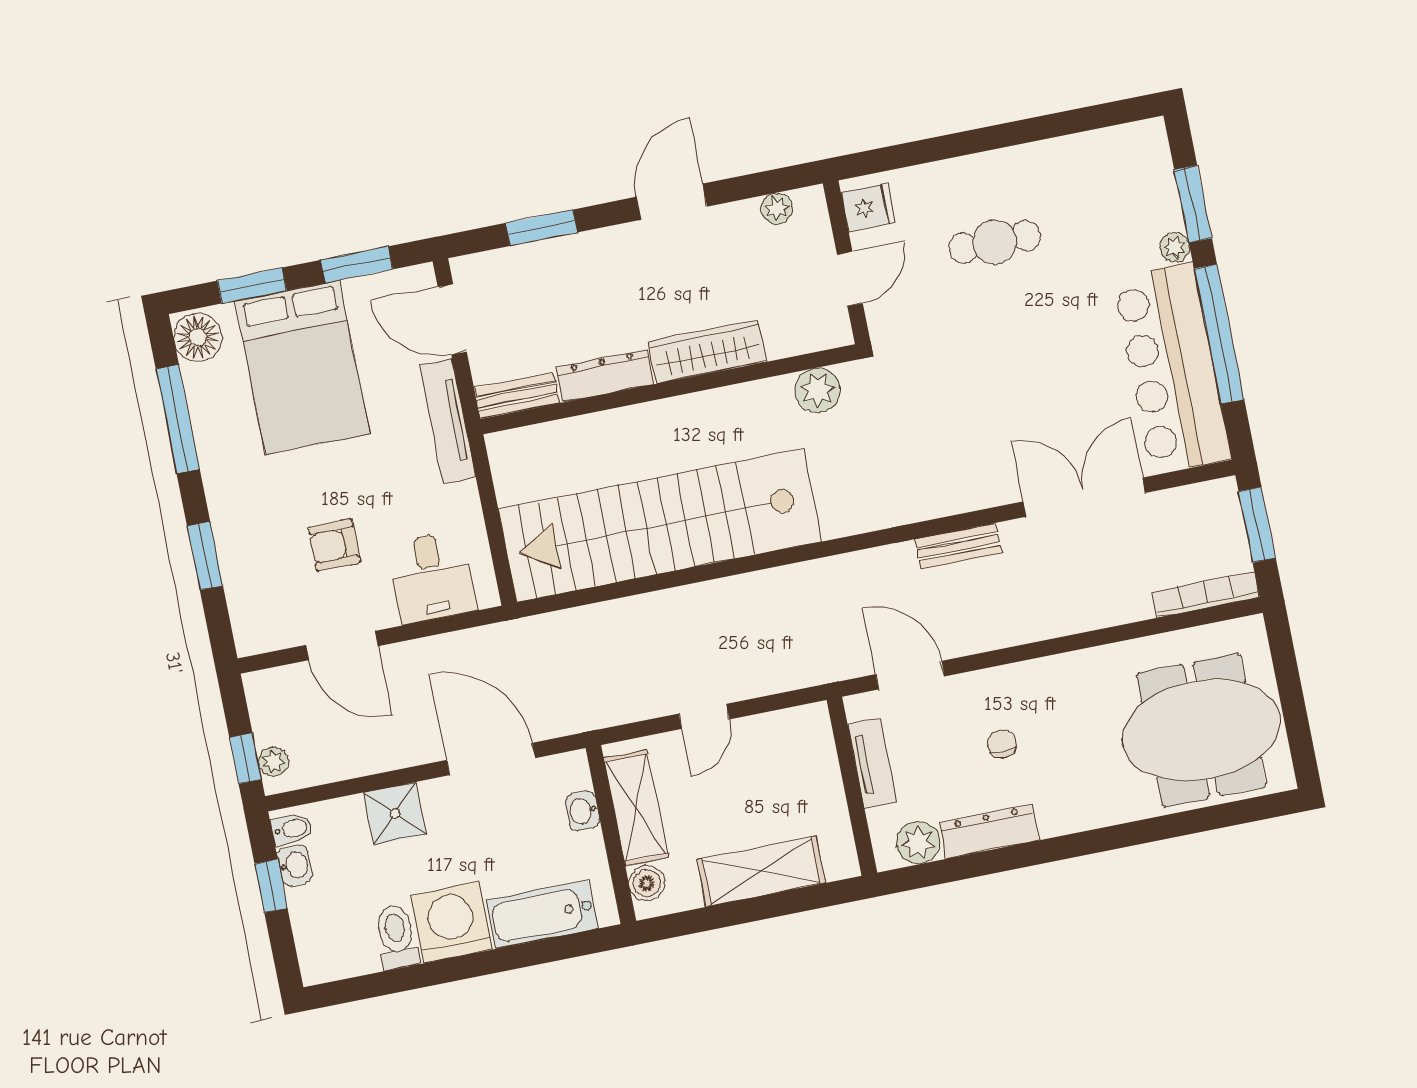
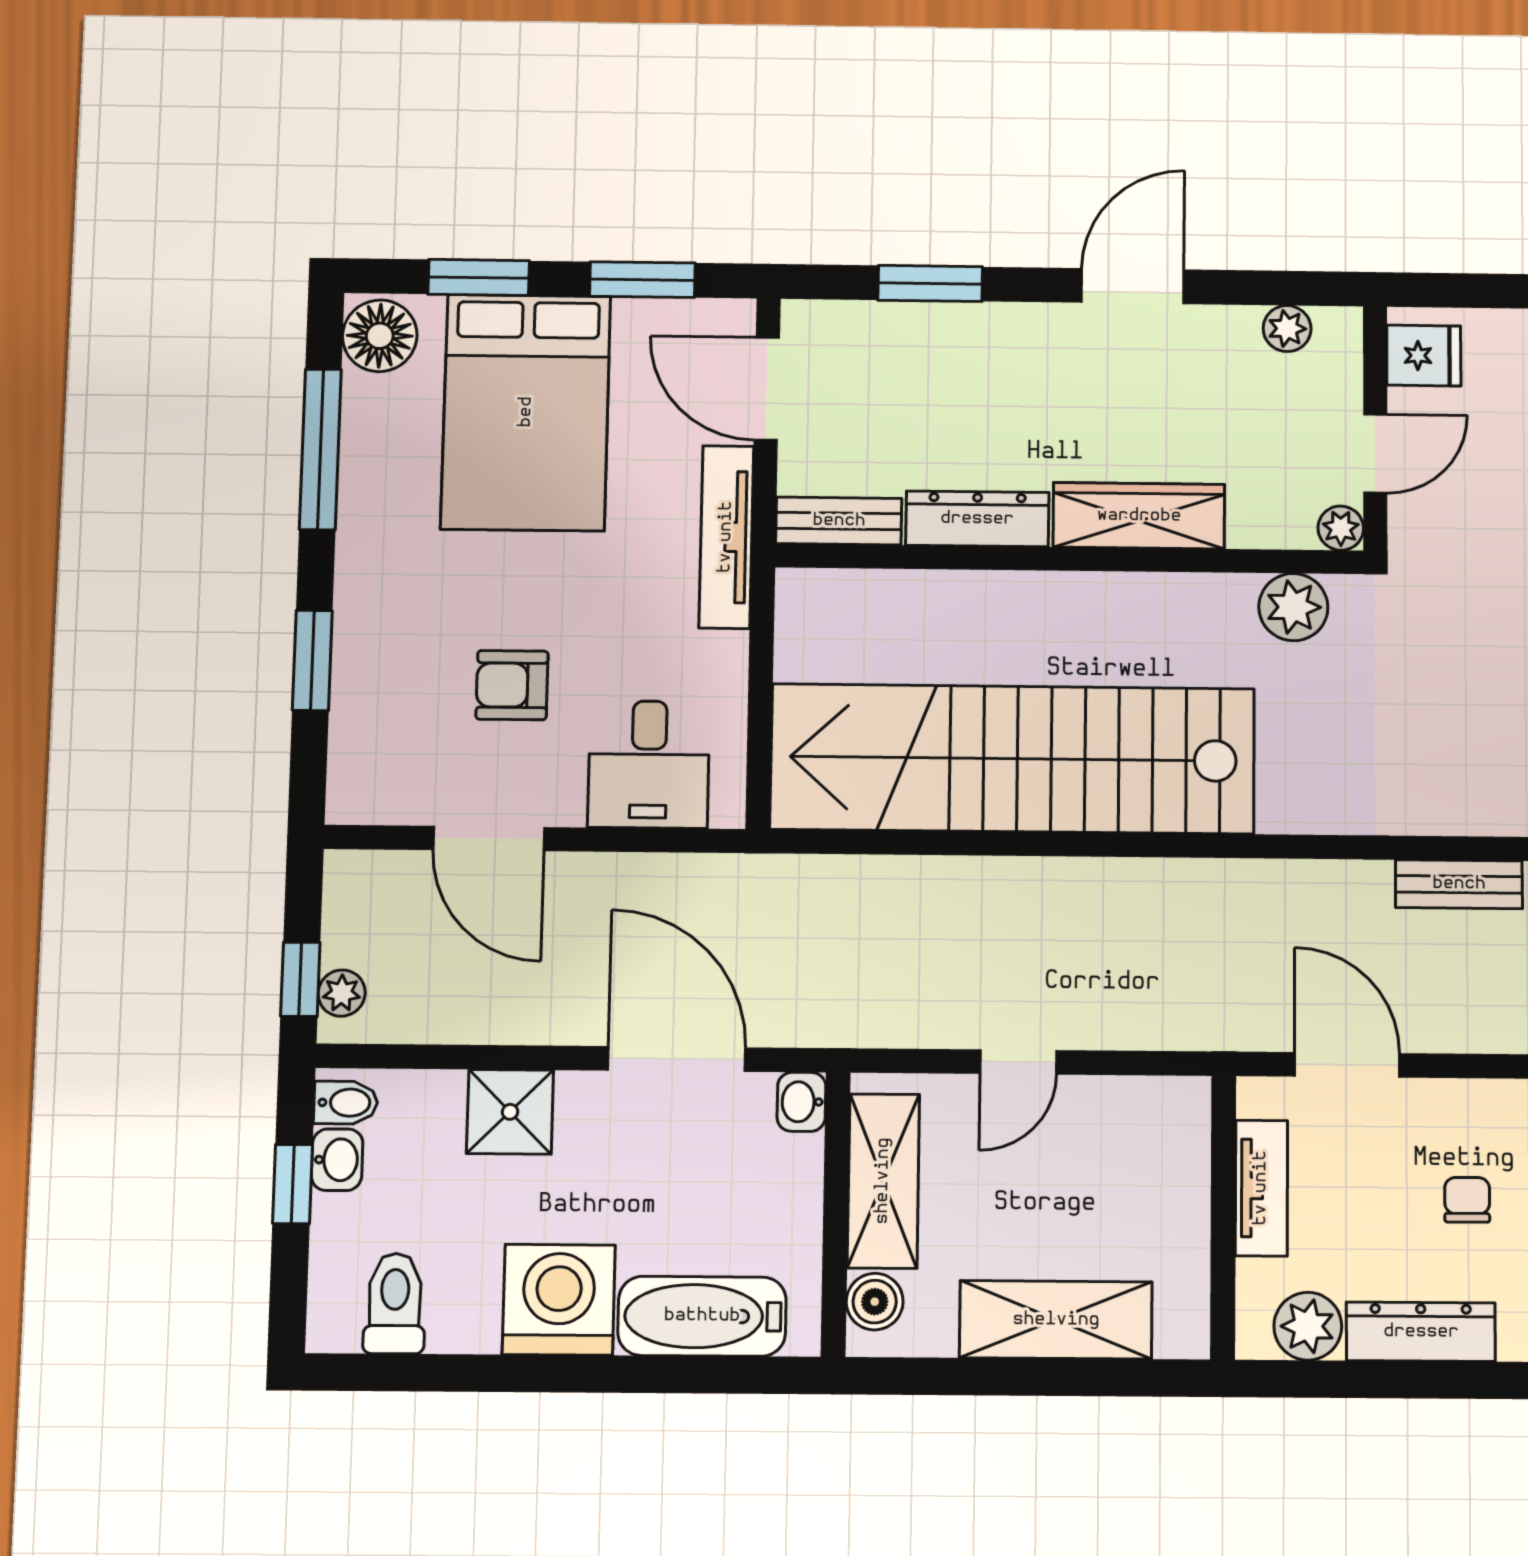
plant: (838, 332) -> (1341, 528), added
washbasin: (583, 811) -> (801, 1102), moved
toilet: (397, 937) -> (395, 1303), moved

